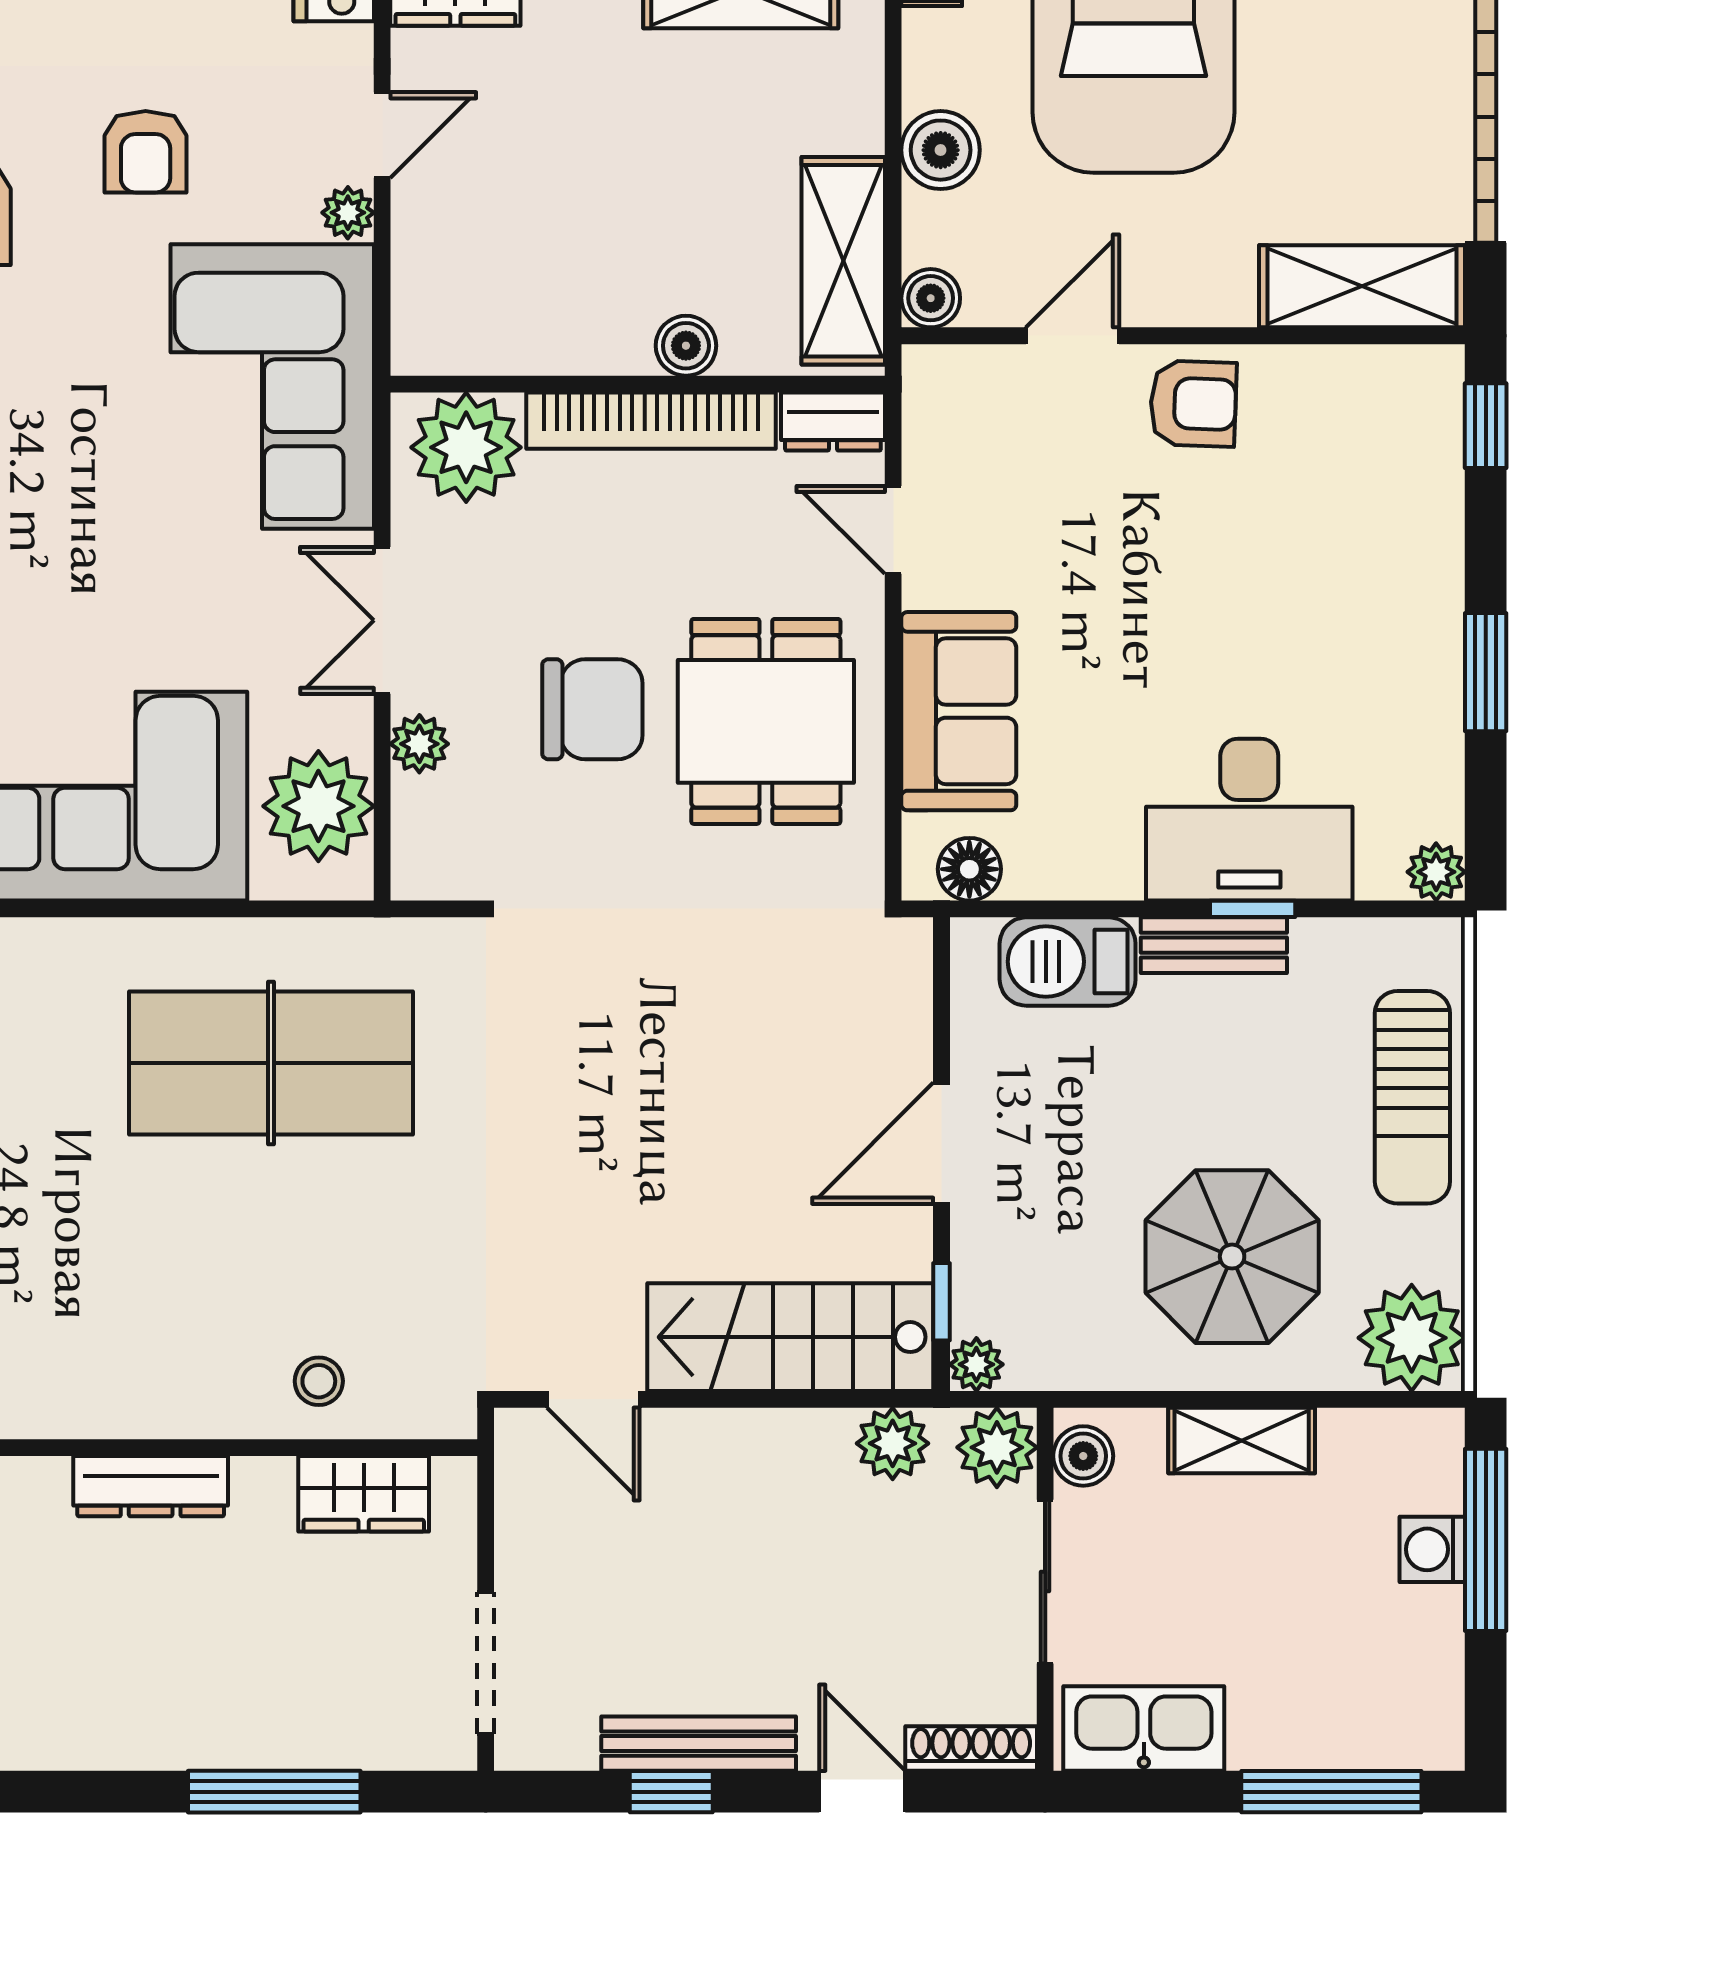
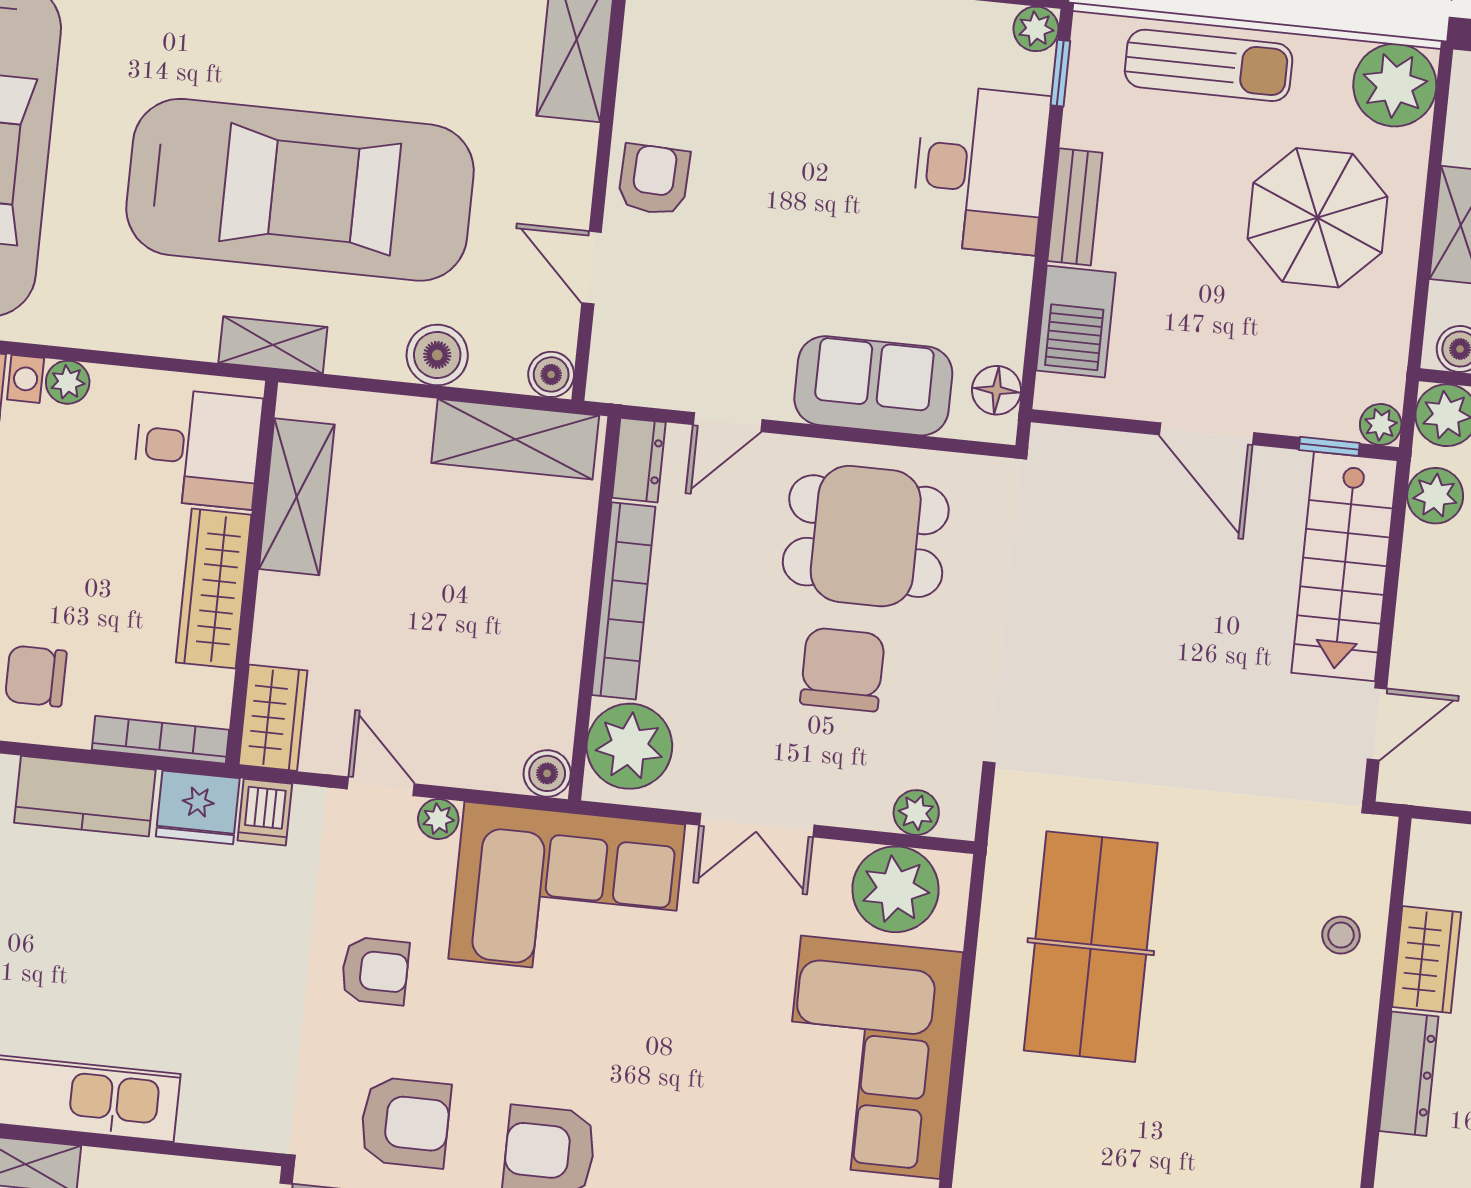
boiler: (686, 346) -> (547, 773), moved
plant: (419, 744) -> (916, 813), moved
window: (1253, 909) -> (1060, 73), moved
wardrobe: (364, 1494) -> (1427, 960), moved

